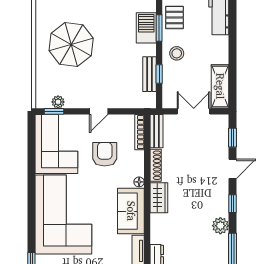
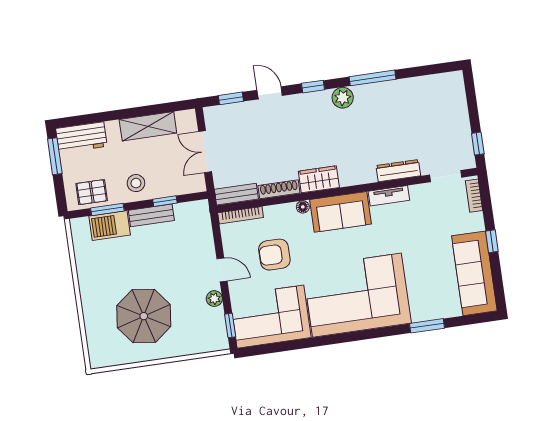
bench: (149, 74) -> (151, 215), moved
shelving: (220, 86) -> (148, 126), moved
plant: (58, 102) -> (214, 299), moved

